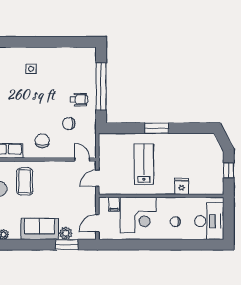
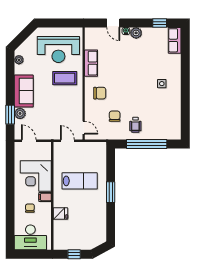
door: (82, 159) -> (84, 128), hinge flipped
filing cabinet: (114, 204) -> (45, 197), moved

